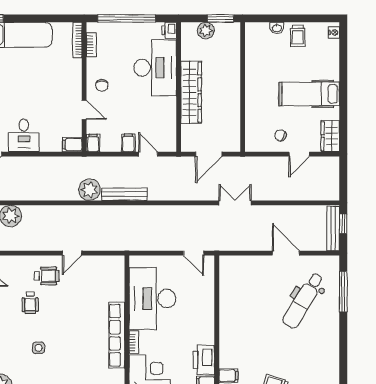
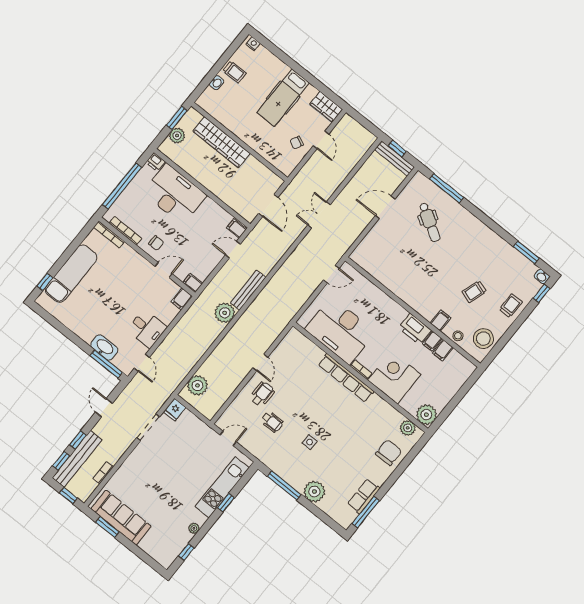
bookcase: (91, 45) -> (125, 231), width x1.56
wardrobe: (191, 92) -> (221, 142), moved, turned 180
filing cabinet: (128, 143) -> (237, 228), moved
dental chair: (303, 300) -> (430, 222), width x0.73, depth x0.72

